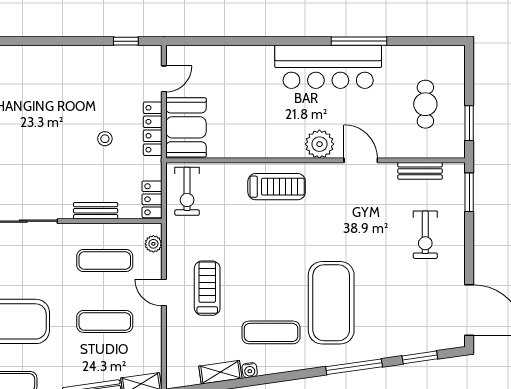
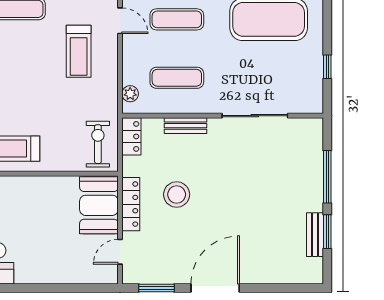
door: (65, 41) -> (215, 288), added
window: (126, 41) -> (157, 288), width x1.50
stool: (105, 139) -> (177, 194), width x1.89, depth x1.89
door: (164, 293) -> (120, 21), moved

